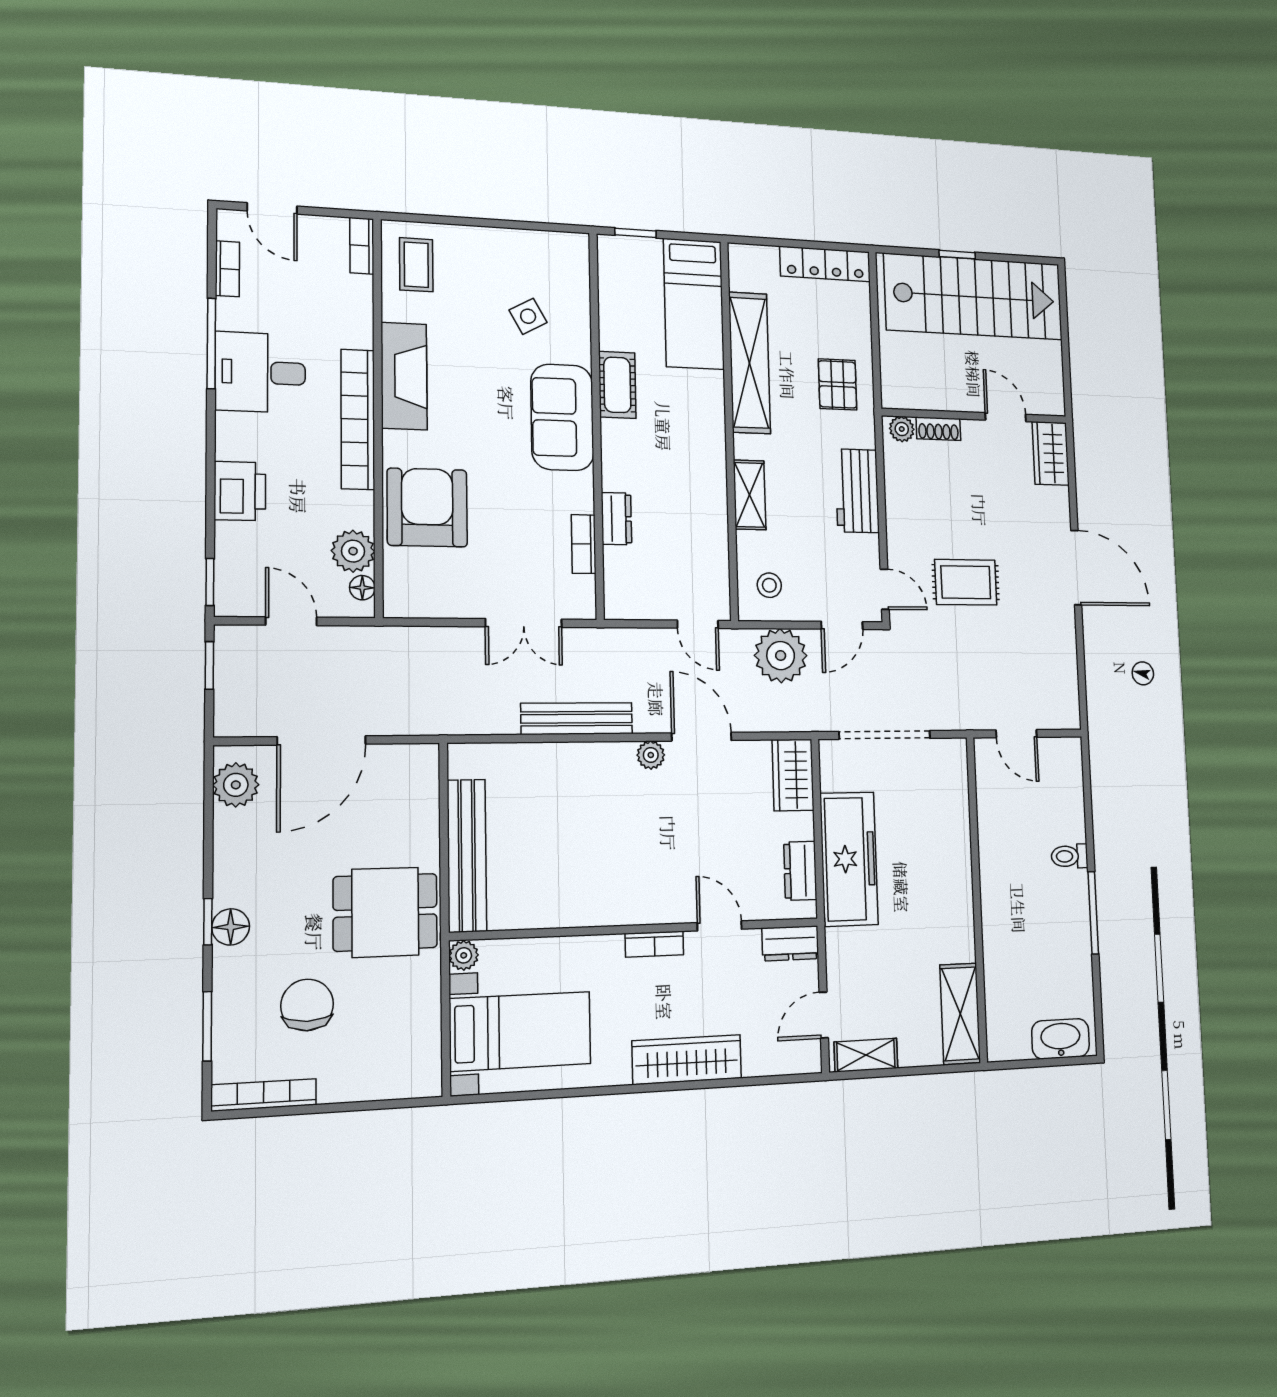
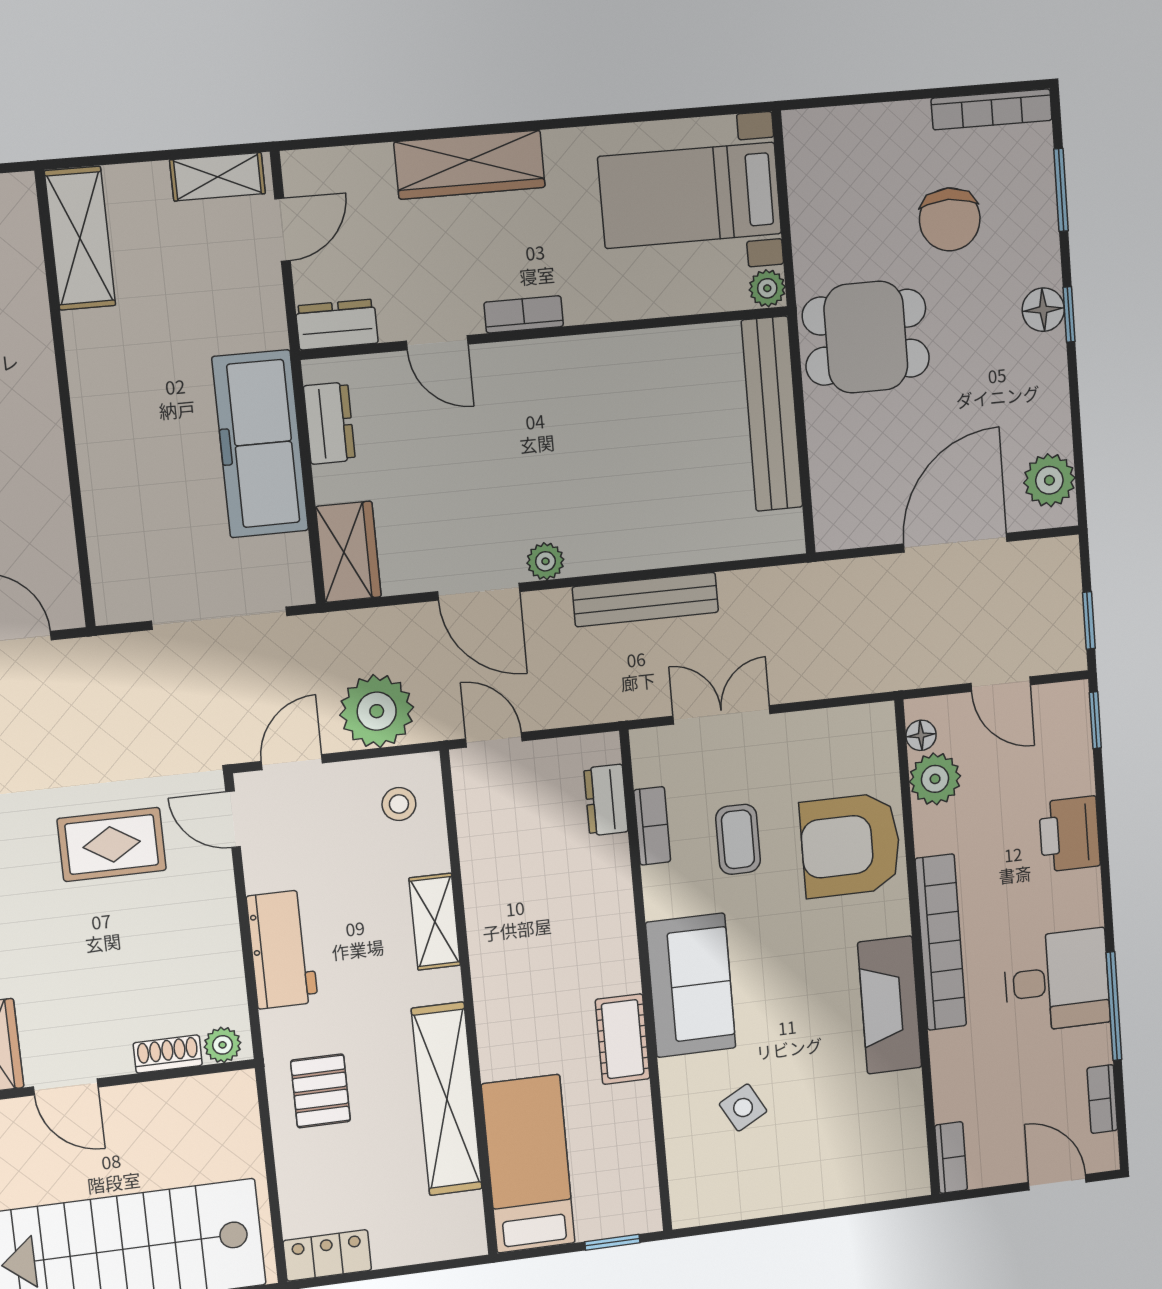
locker: (825, 264) -> (327, 1255), width x0.66
coffee table: (416, 265) -> (738, 839), moved
armchair: (427, 508) -> (851, 845), turned 90
dresser: (616, 519) -> (606, 800), moved

